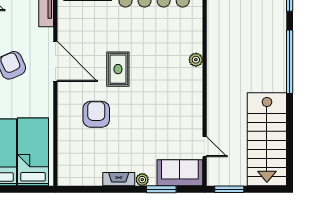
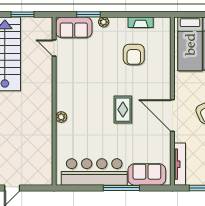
armchair: (96, 114) -> (134, 54), moved
fireplace: (119, 179) -> (141, 22), moved
window: (229, 189) -> (22, 14), moved

